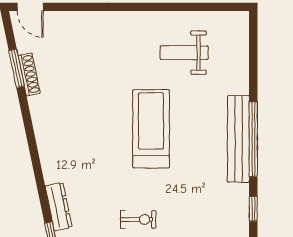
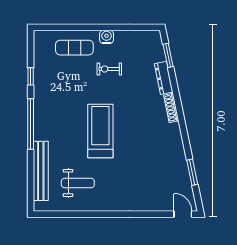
shoe rack: (29, 74) -> (171, 108), moved
treadmill: (151, 129) -> (100, 131), turned 180
bench: (238, 139) -> (41, 171), moved

